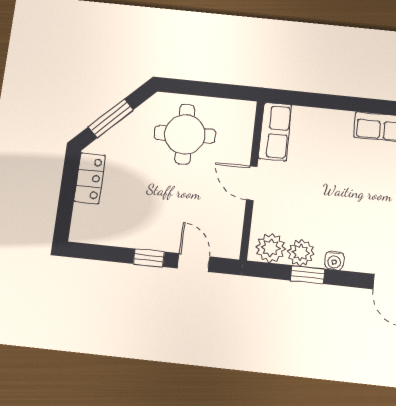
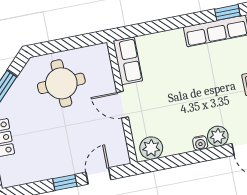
plant: (301, 253) -> (218, 136), moved
door: (193, 262) -> (98, 176), hinge flipped
window: (308, 275) -> (184, 159), removed

